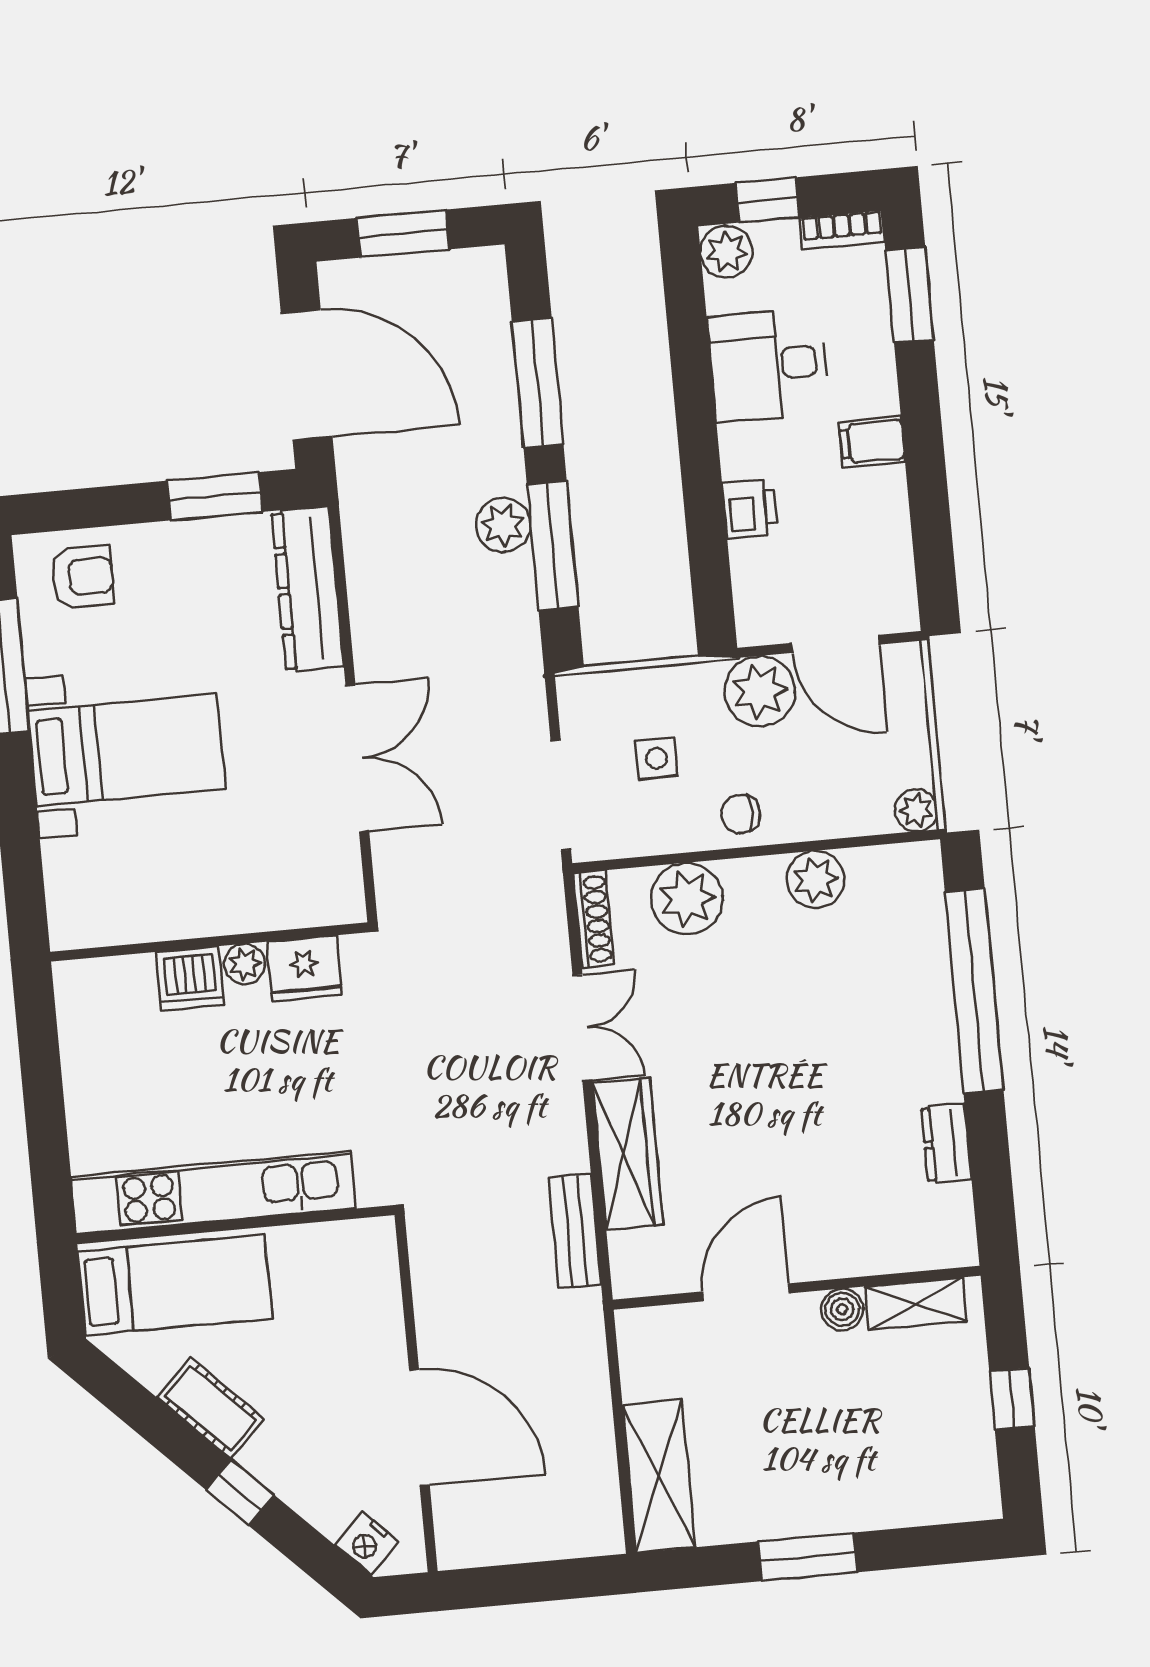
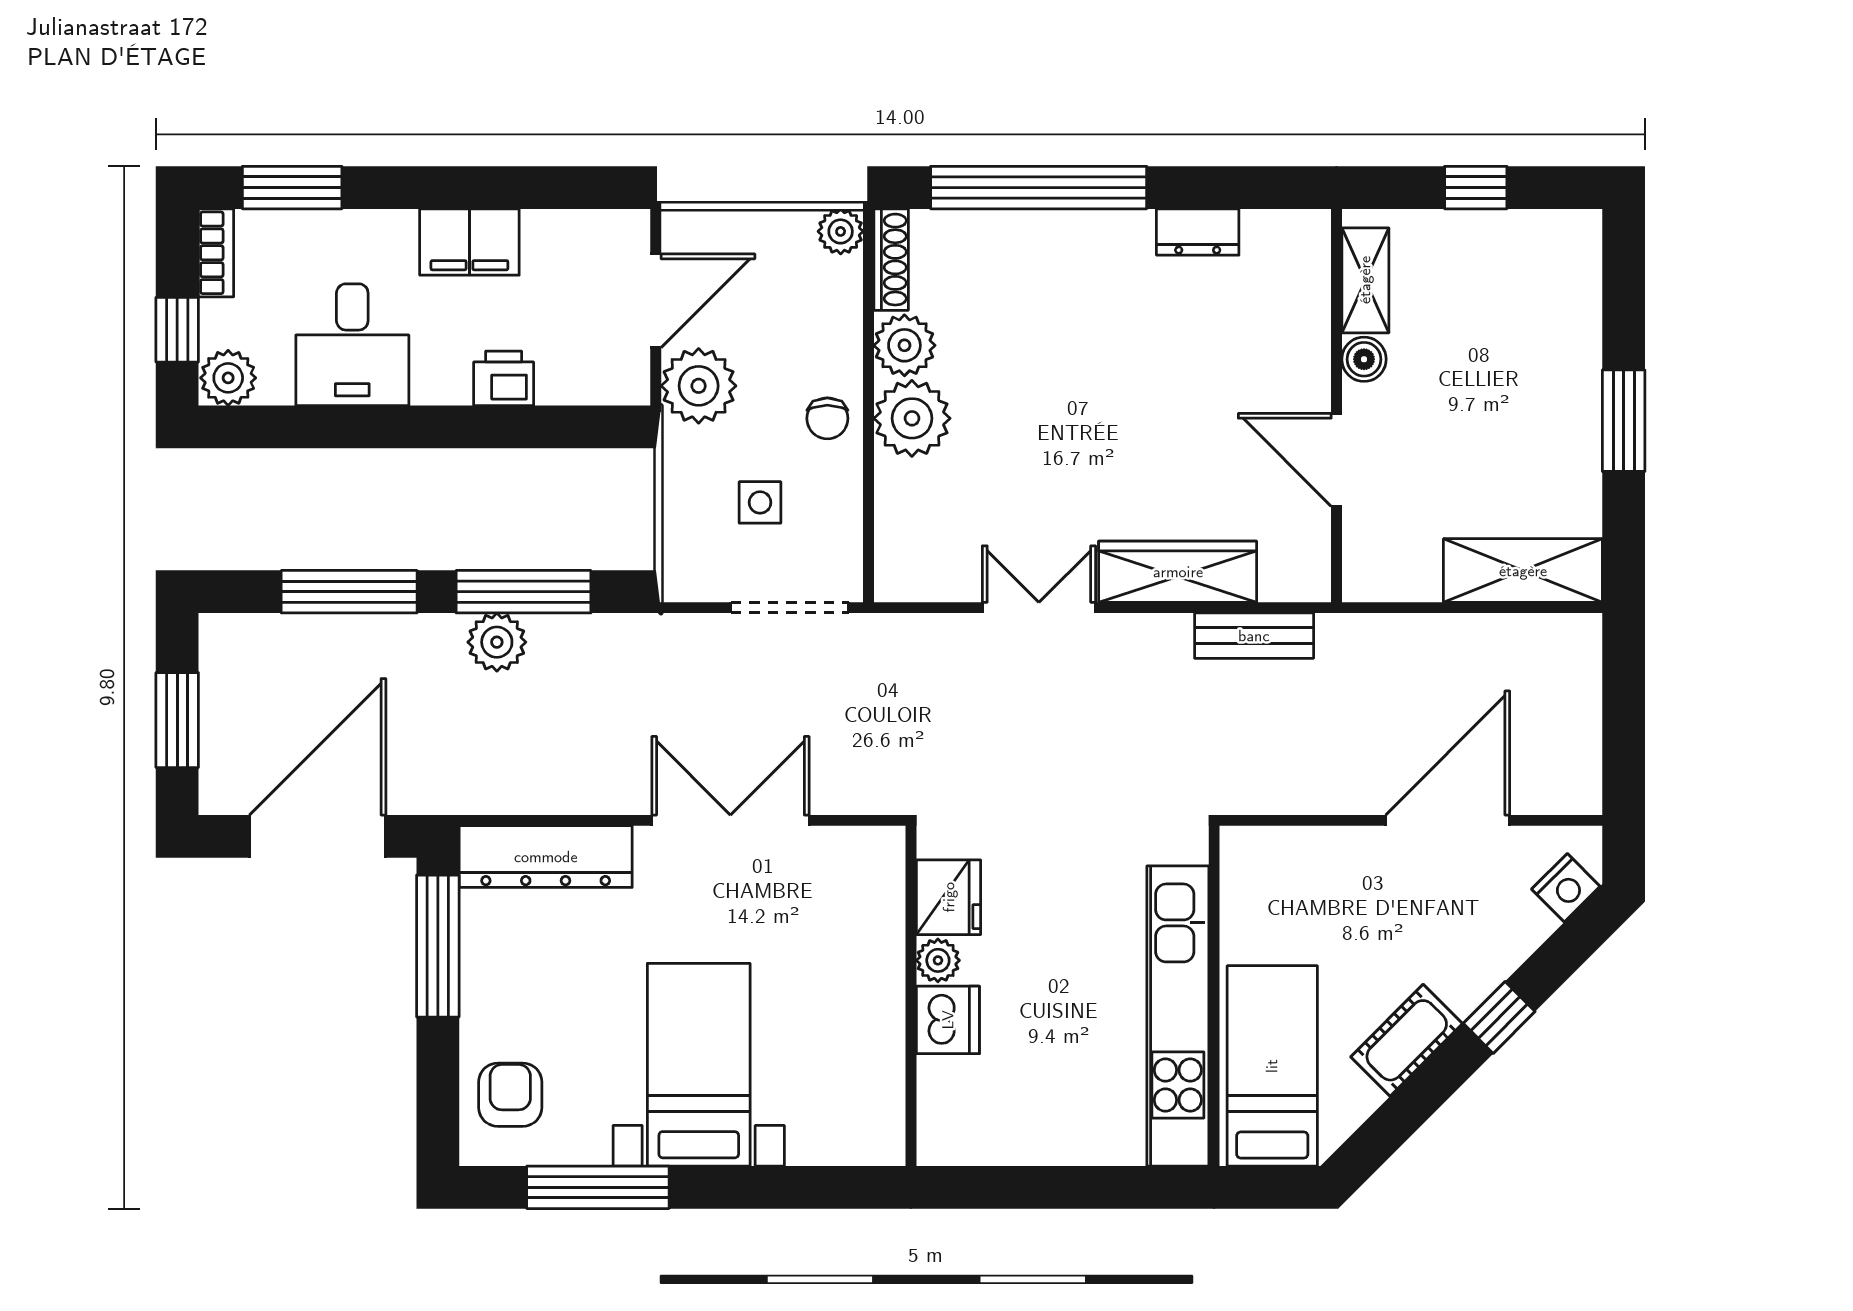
filing cabinet: (872, 442) -> (469, 242), width x2.00
window: (215, 496) -> (438, 946), width x1.44
plant: (687, 899) -> (912, 418), moved
shoe rack: (594, 919) -> (891, 260), moved, turned 90

